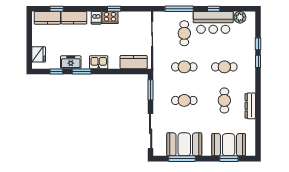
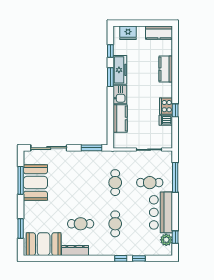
window: (57, 9) -> (175, 51), removed
window: (214, 9) -> (175, 237), moved
kitchen counter: (47, 18) -> (159, 33), moved, turned -90
dishwasher: (96, 18) -> (166, 120), moved
freezer: (71, 62) -> (120, 70), width x1.40
kitchen counter: (134, 62) -> (120, 118), moved
cafe table: (184, 100) -> (81, 183), removed
booth: (229, 145) -> (44, 244), moved, turned 90

